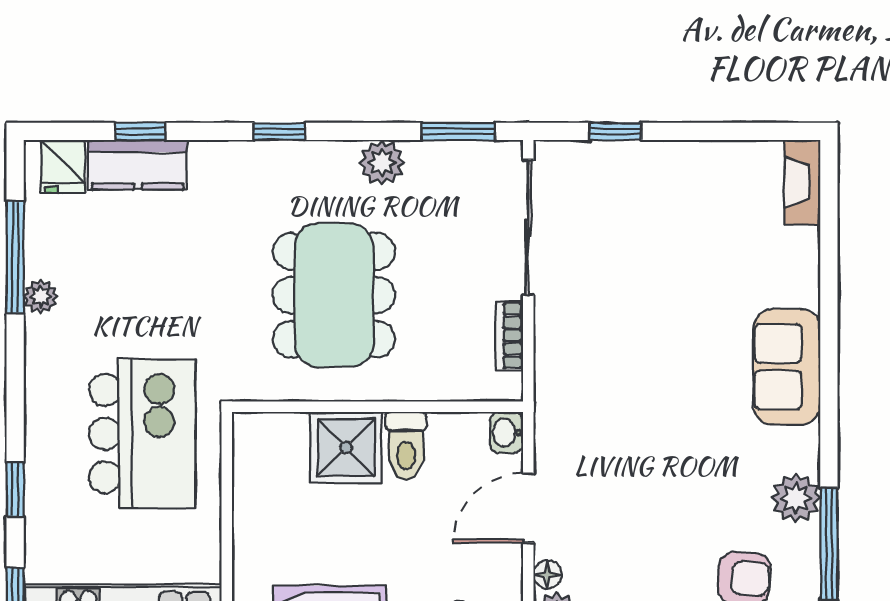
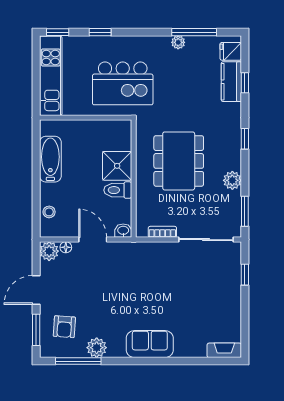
dining table: (334, 295) -> (179, 161), turned 90

